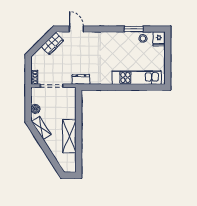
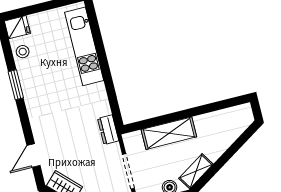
window: (134, 29) -> (16, 85), moved
shelving: (69, 136) -> (169, 133), moved

